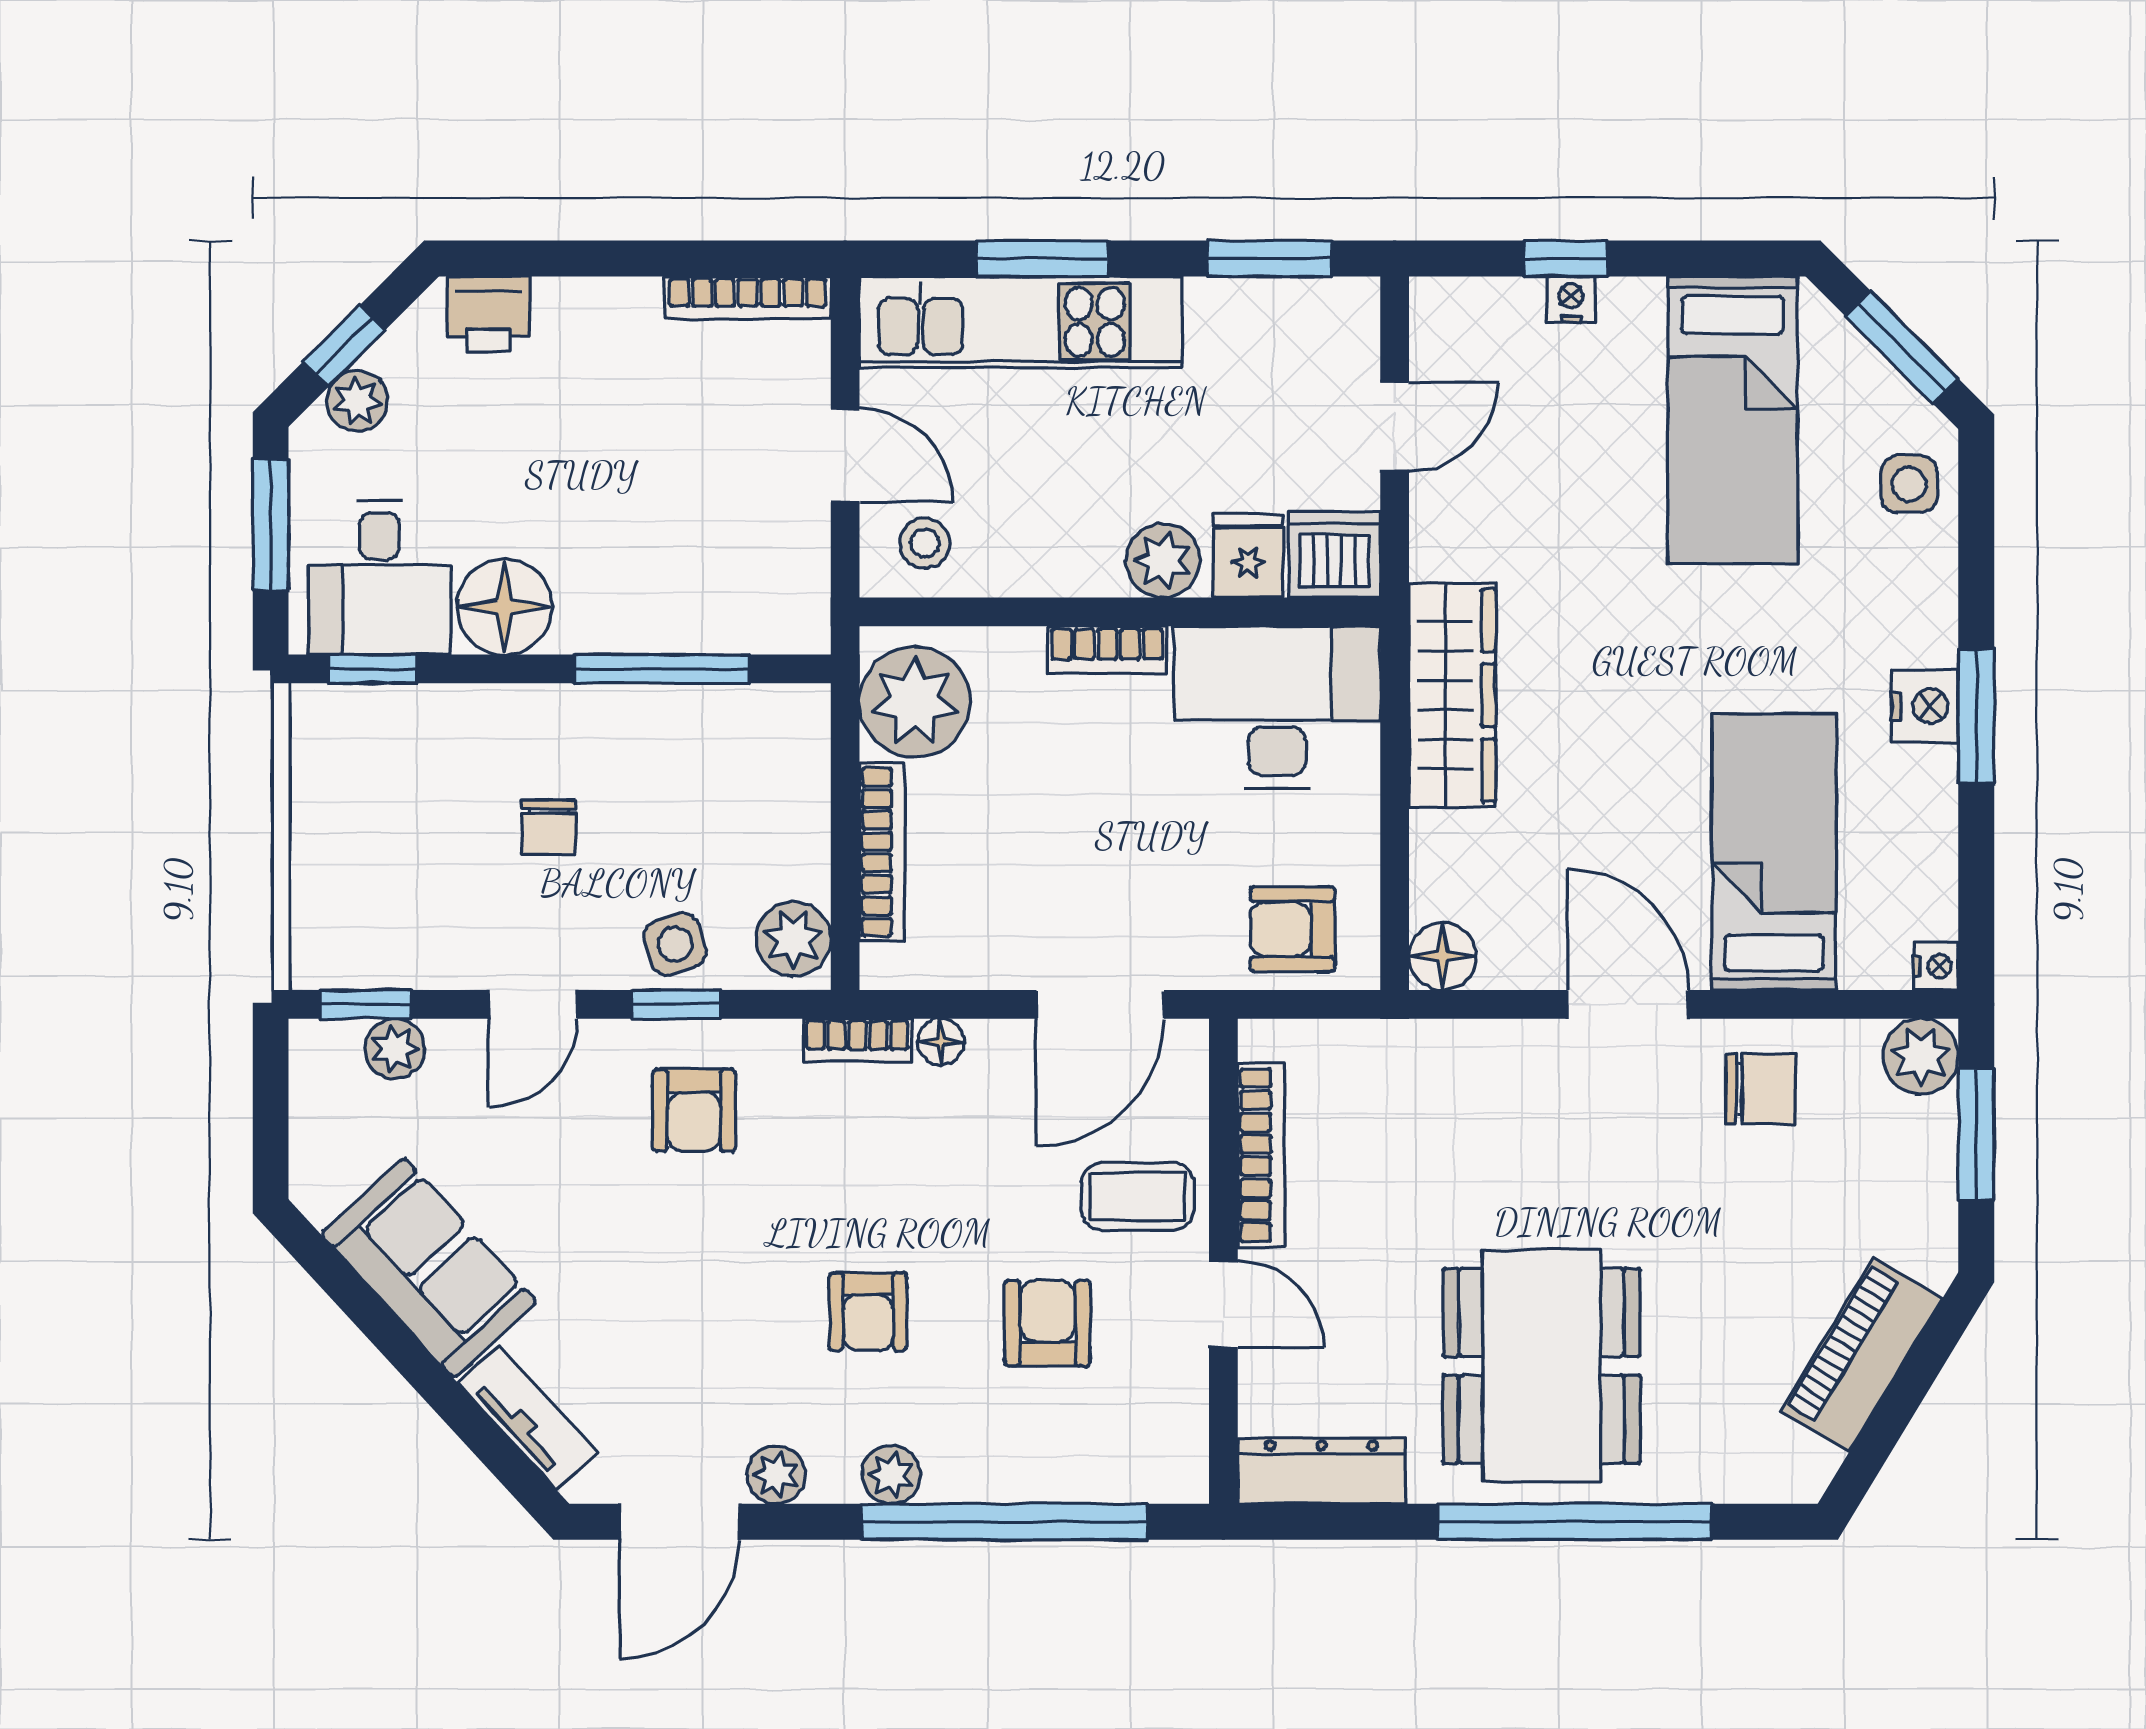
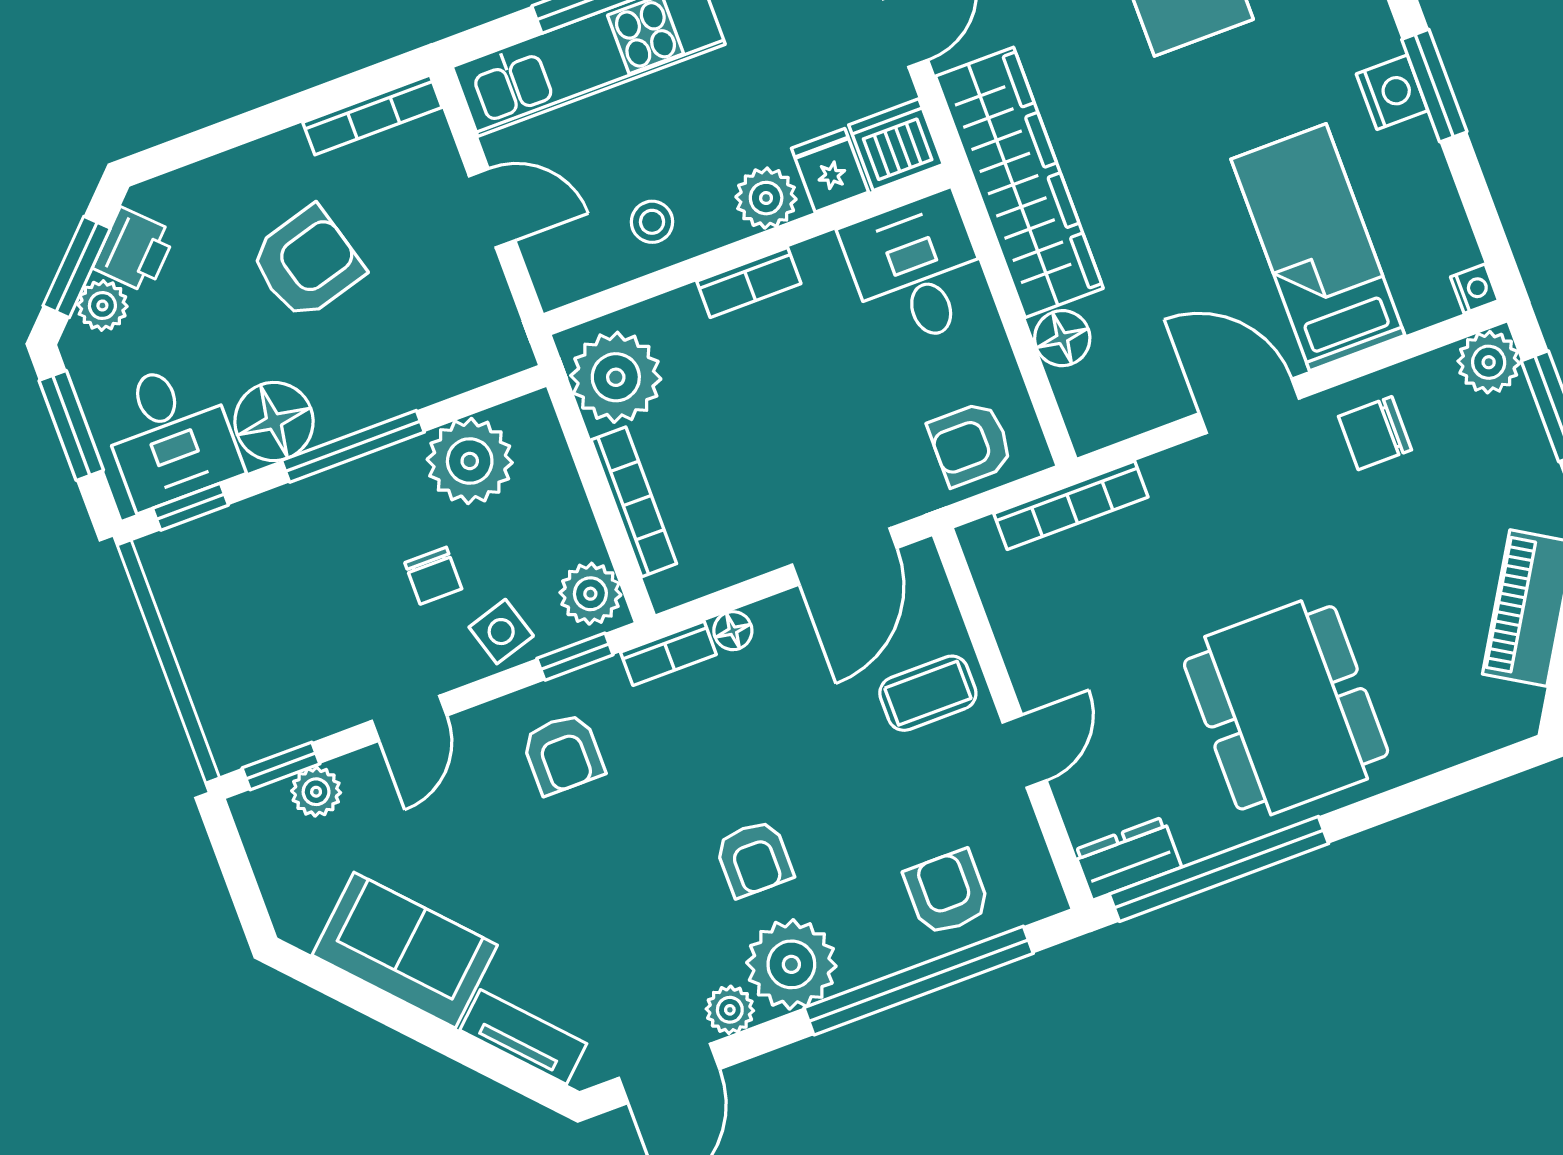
printer: (489, 314) -> (134, 250), moved, turned -45
window: (344, 346) -> (77, 267), width x1.50
armchair: (609, 439) -> (307, 263), added
stool: (925, 543) -> (652, 222), moved
window: (661, 669) -> (353, 446), moved
wardrobe: (1452, 695) -> (1019, 182), width x1.40, depth x1.17
desk: (1277, 707) -> (917, 270), width x0.73
plant: (712, 735) -> (470, 461), added
chair: (548, 827) -> (433, 576), moved
floor lamp: (1443, 956) -> (1062, 338), moved
window: (676, 1004) -> (575, 657), moved
chair: (1760, 1089) -> (1375, 433), turned 180
bookcase: (1261, 1155) -> (1071, 505), moved, turned 90
door: (1223, 1304) -> (1024, 751), hinge flipped
armchair: (1048, 1323) -> (947, 893), moved
dresser: (1322, 1471) -> (1128, 859), width x0.70
plant: (891, 1475) -> (791, 964), width x1.88, depth x1.88
window: (1575, 1522) -> (1219, 869), moved

